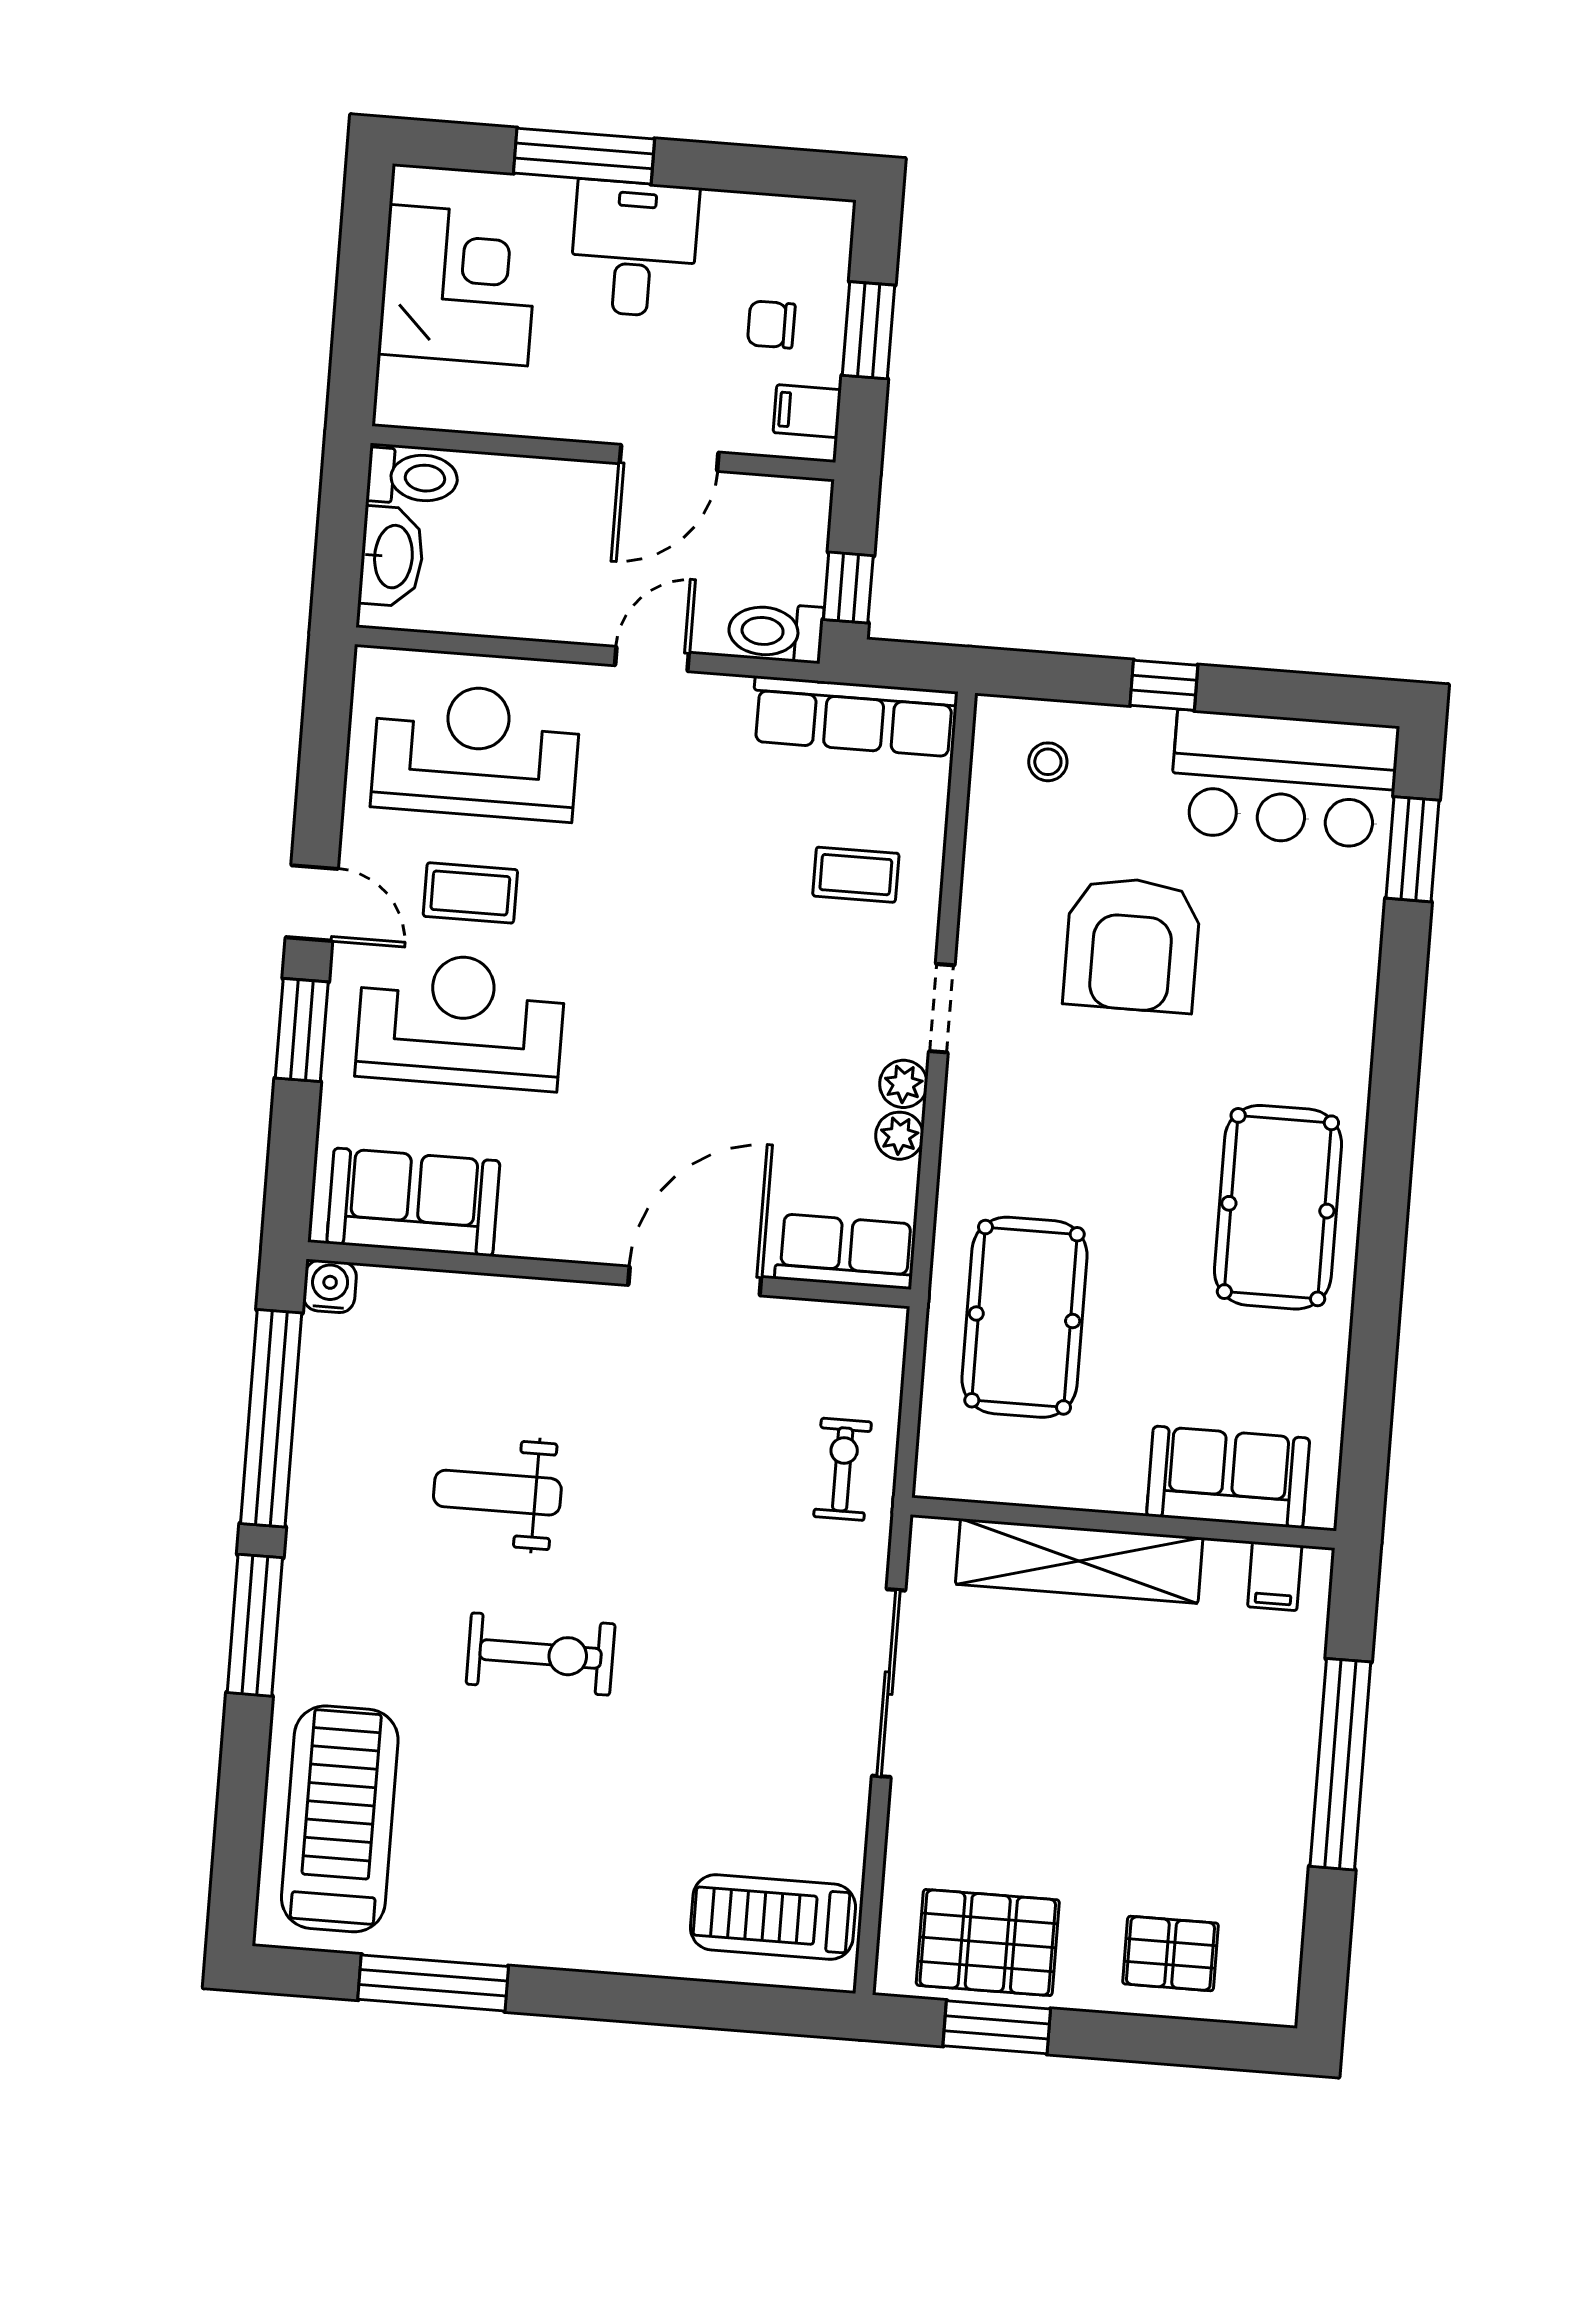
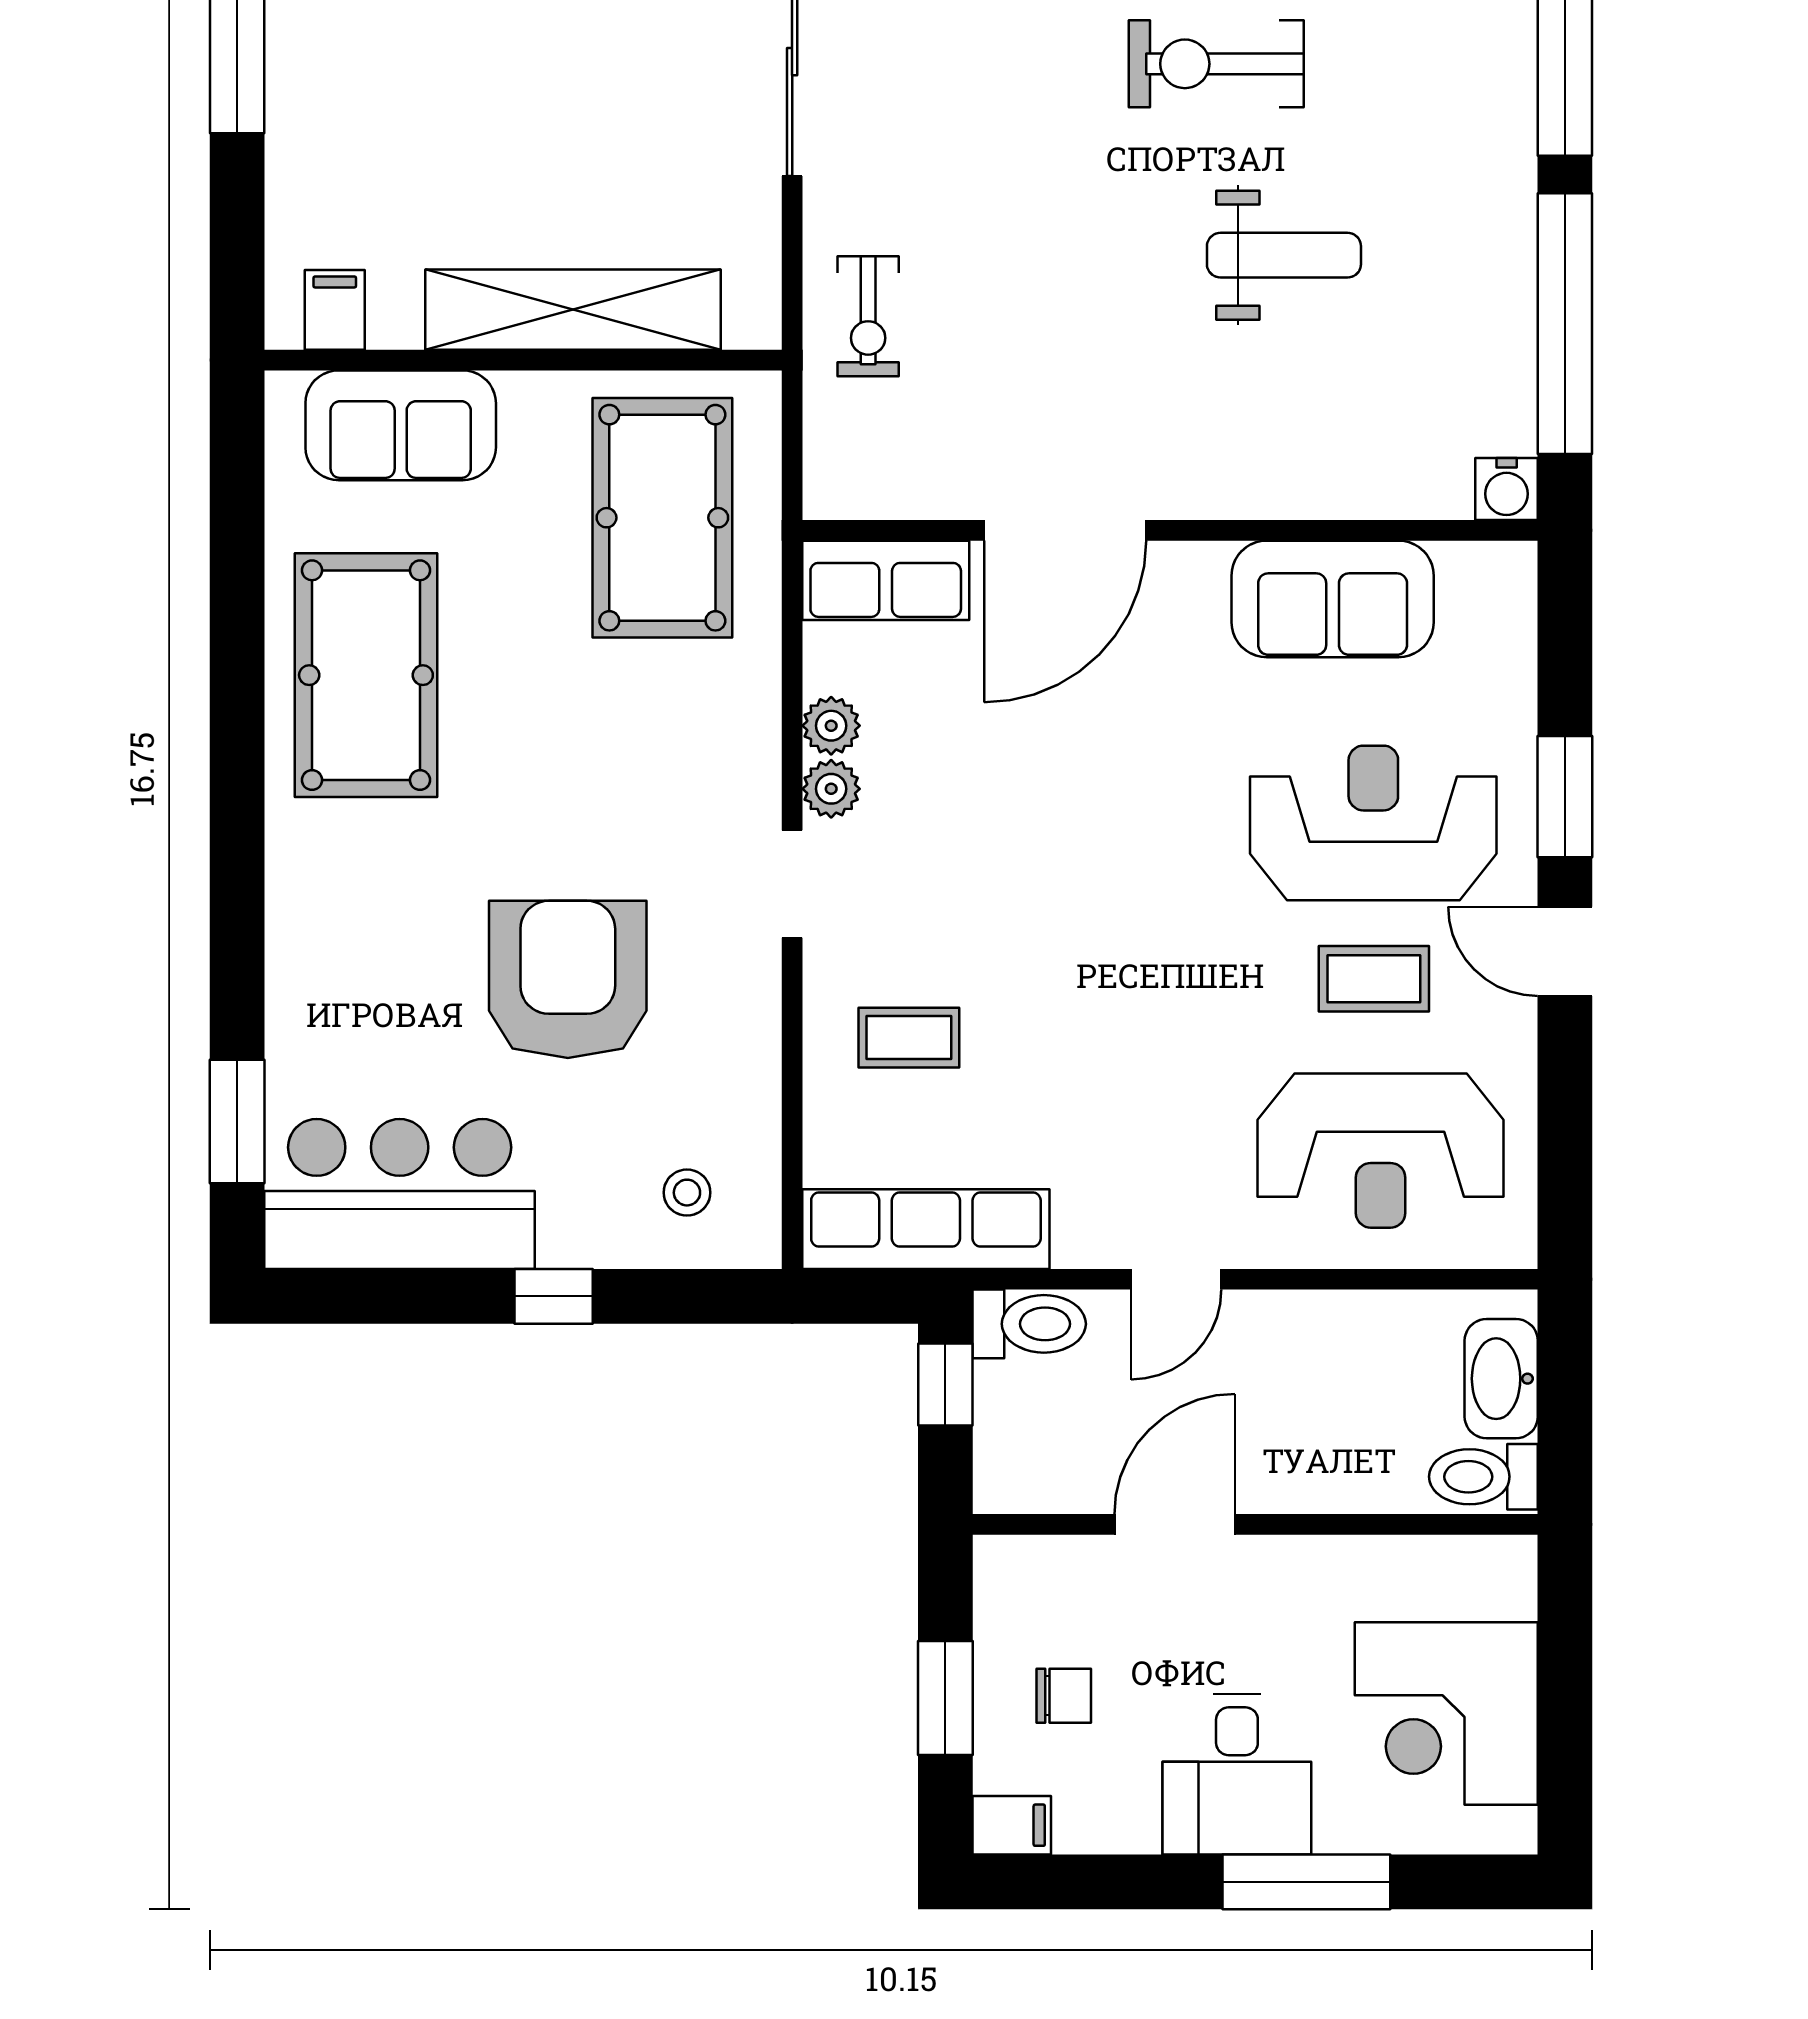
filing cabinet: (807, 411) -> (1012, 1825), moved
reception desk: (461, 1021) -> (1373, 823), turned 180
sofa: (413, 1202) -> (1333, 599), moved
sofa: (1228, 1477) -> (401, 425), moved
wall: (1123, 1523) -> (523, 360), moved
shelving: (1079, 1561) -> (573, 310), moved
filing cabinet: (1275, 1576) -> (335, 310), moved

